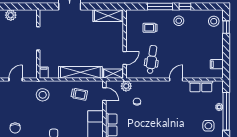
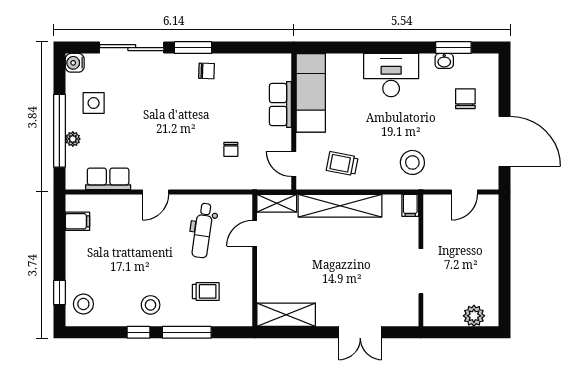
plant: (126, 86) -> (252, 179), removed

